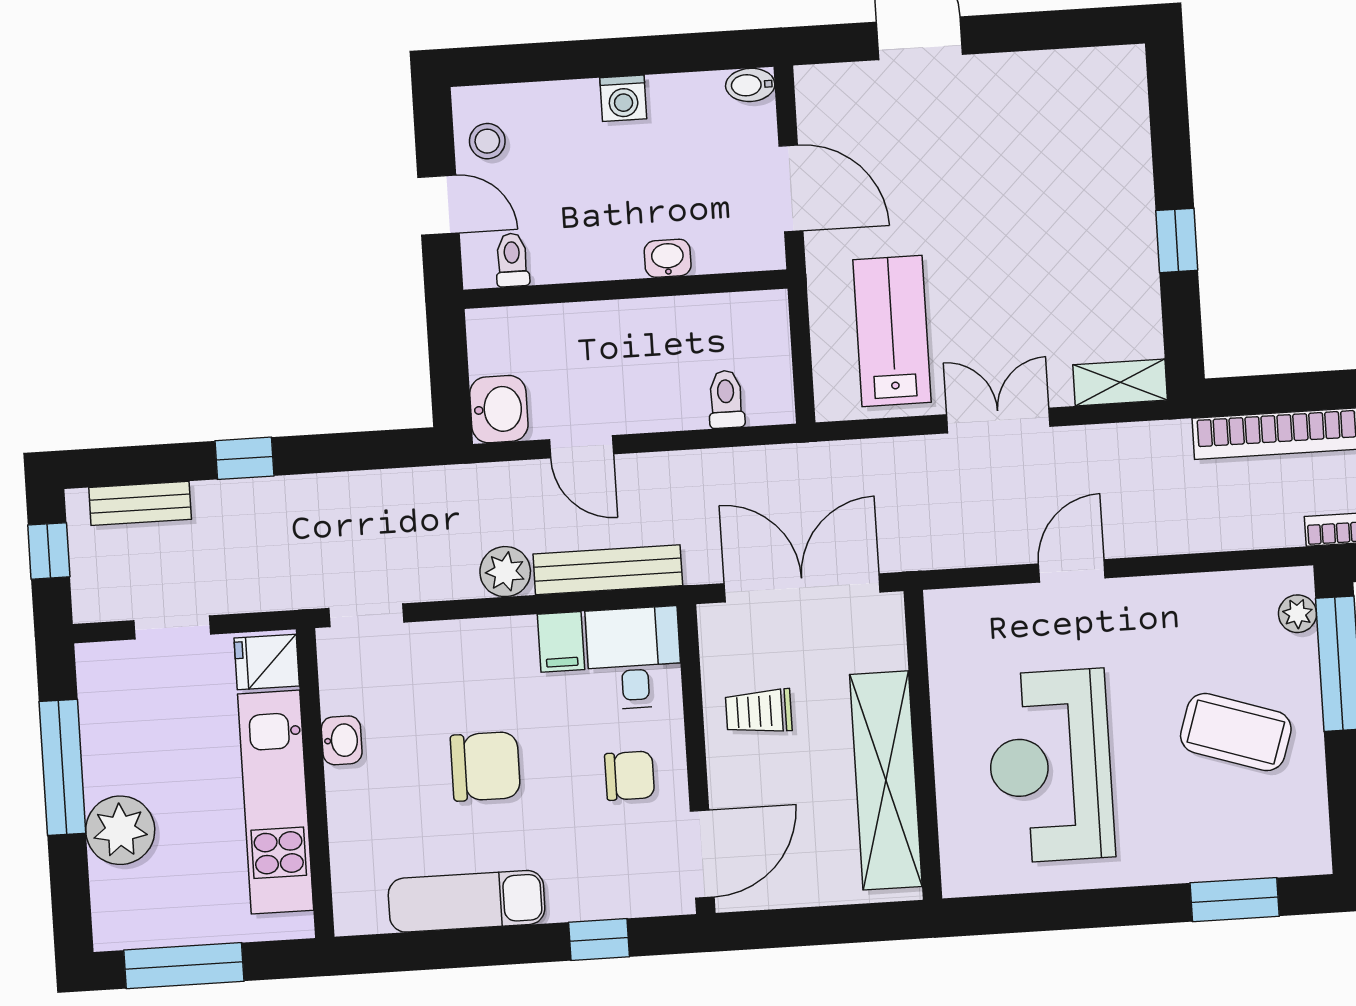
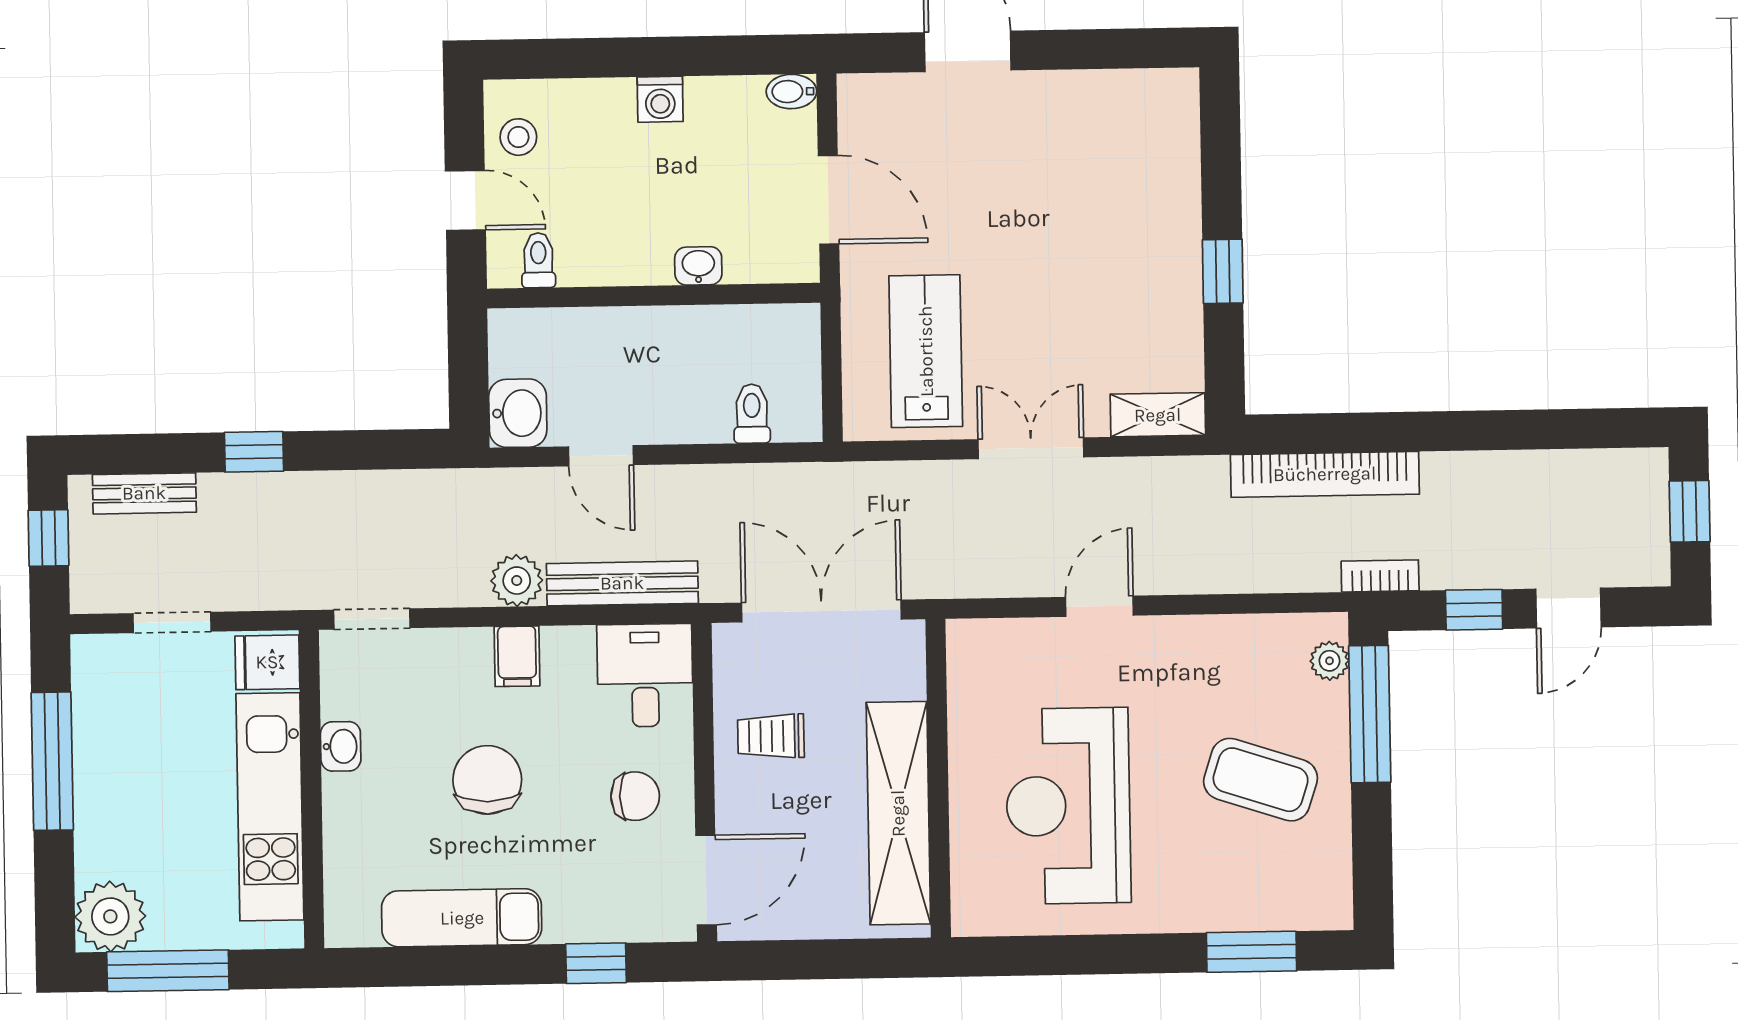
filing cabinet: (561, 642) -> (517, 656), moved
chair: (485, 766) -> (487, 780), turned -90
plant: (120, 830) -> (110, 916), moved

